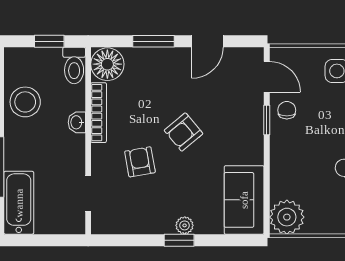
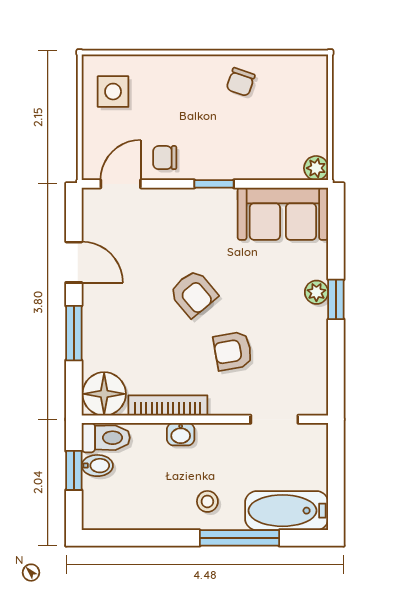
bidet: (53, 59) -> (97, 466), added
stool: (25, 102) -> (207, 501), moved, width x0.53, depth x0.53
window: (267, 120) -> (214, 184), moved
plant: (287, 217) -> (316, 168), width x0.53, depth x0.53

